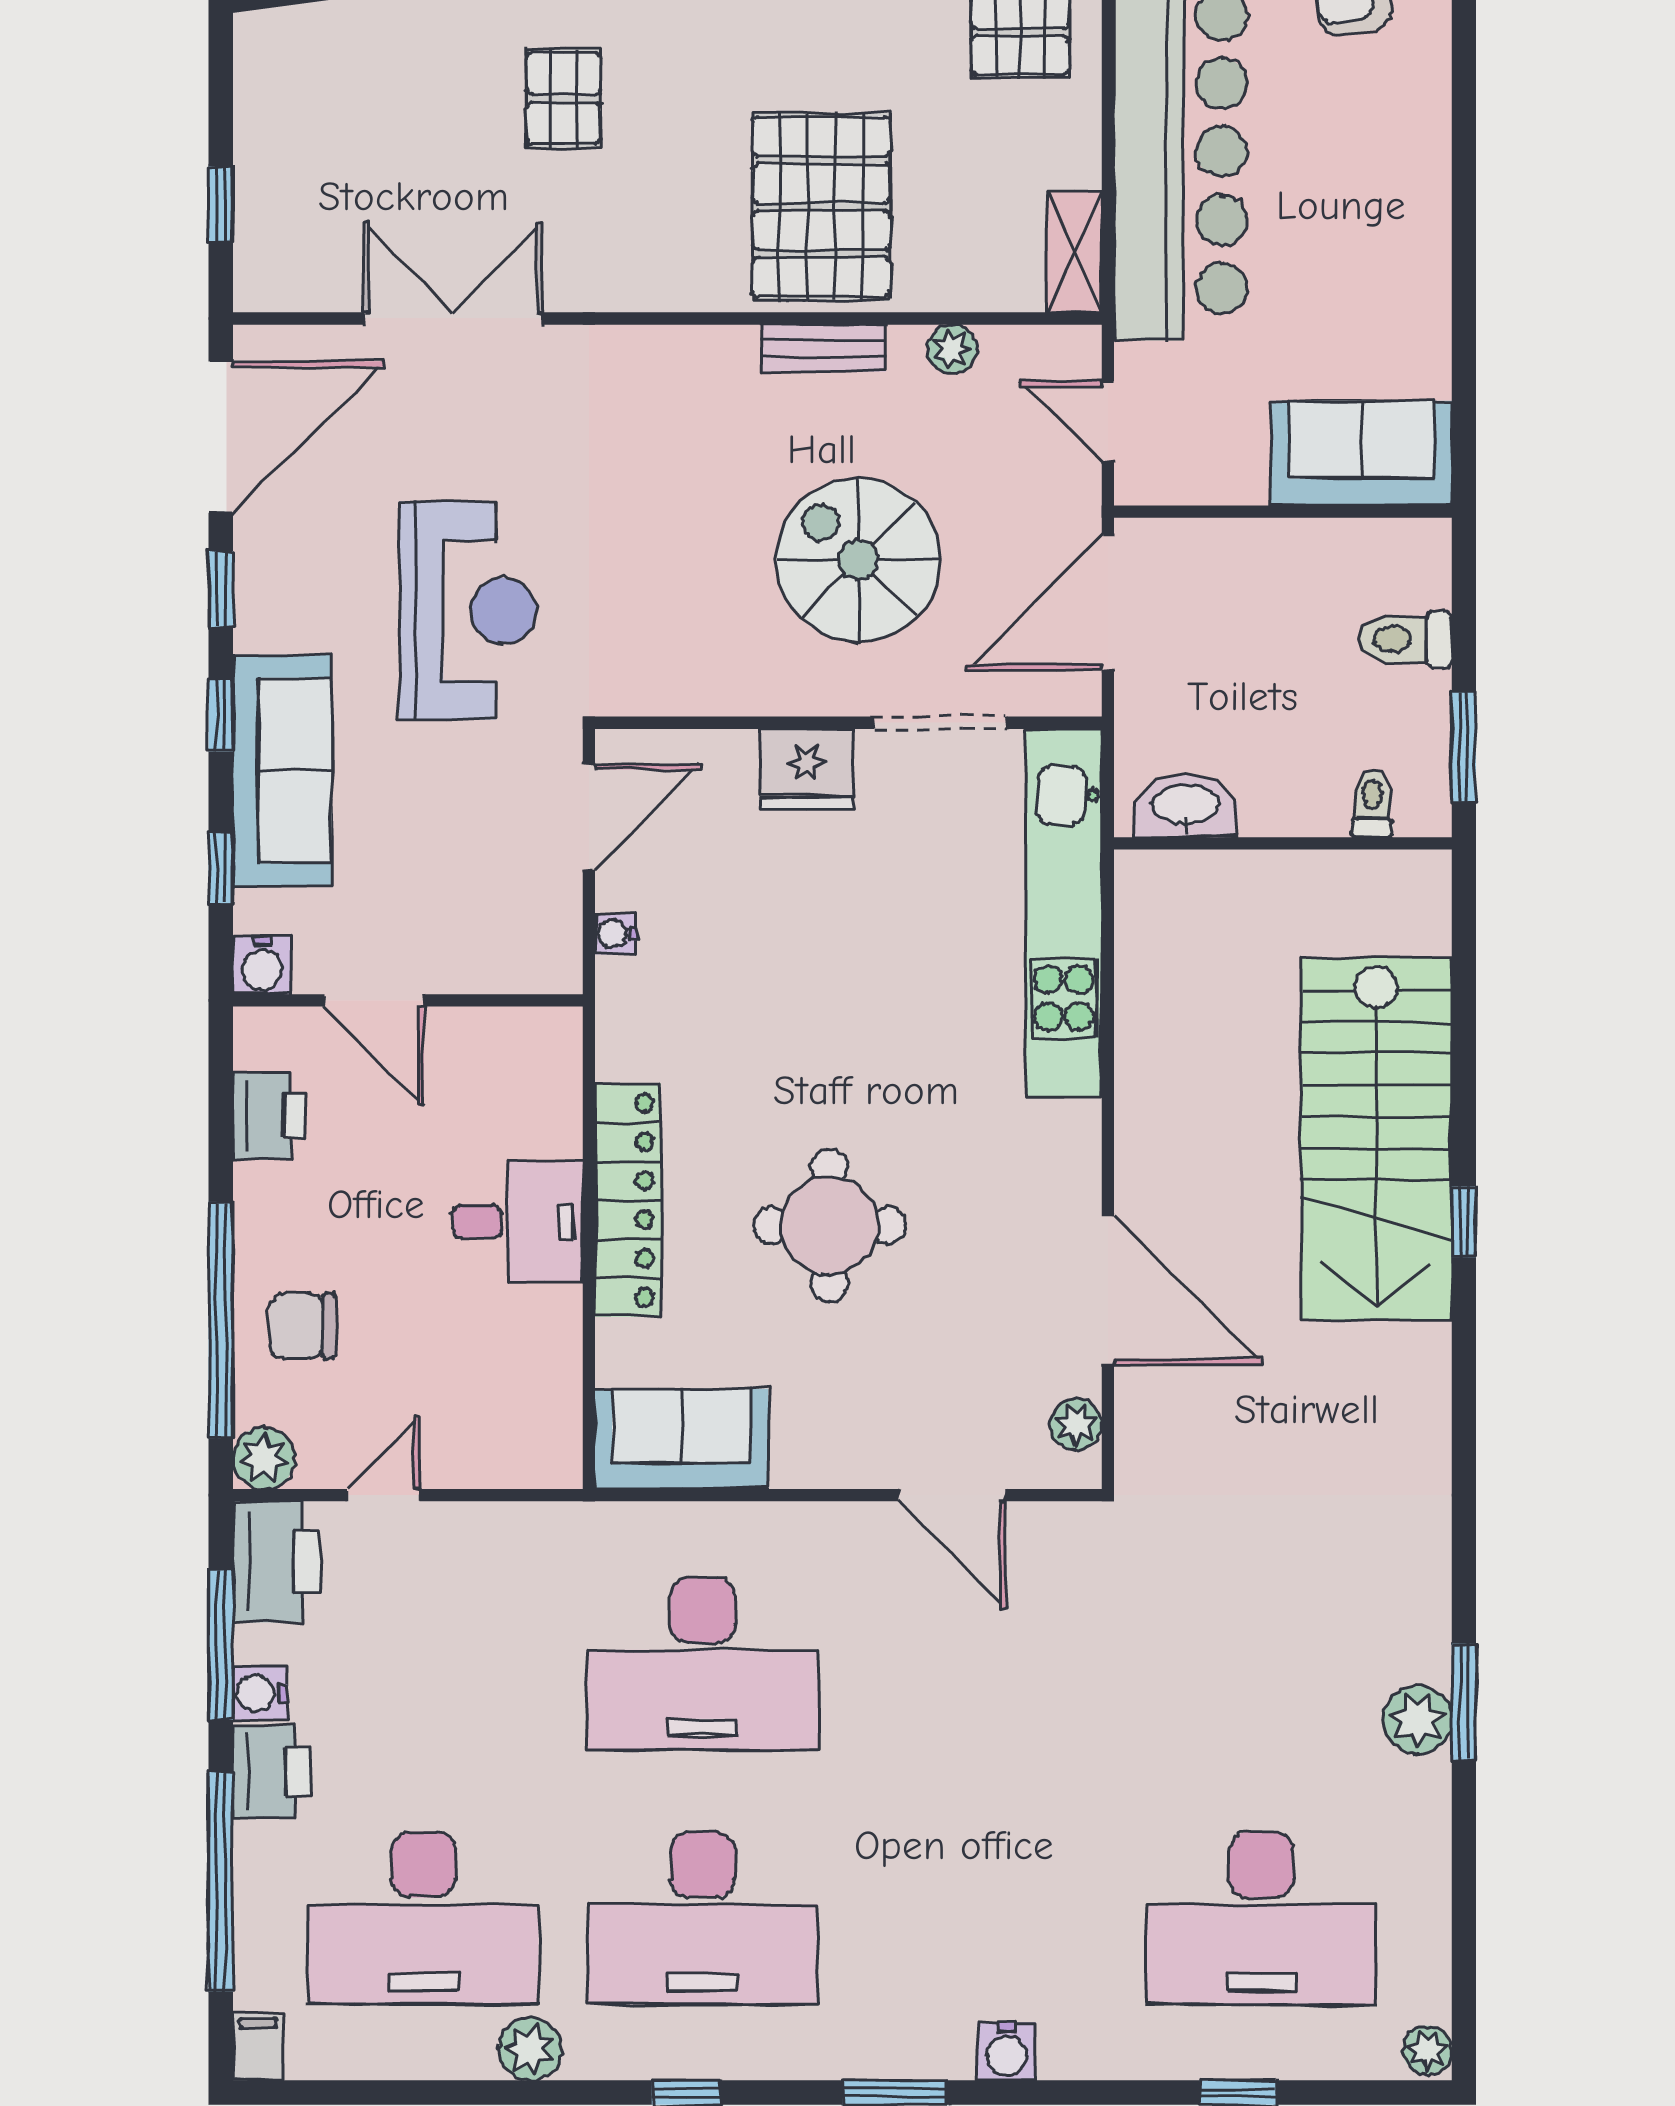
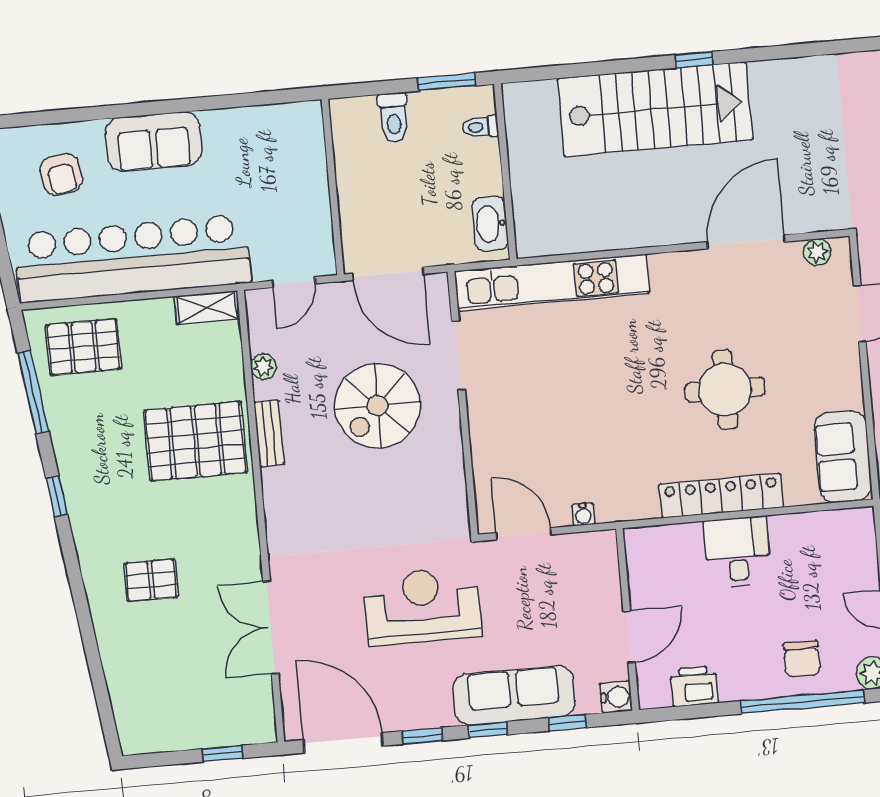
sofa: (1361, 453) -> (154, 142), moved, turned -90
fridge: (807, 769) -> (489, 423), removed

